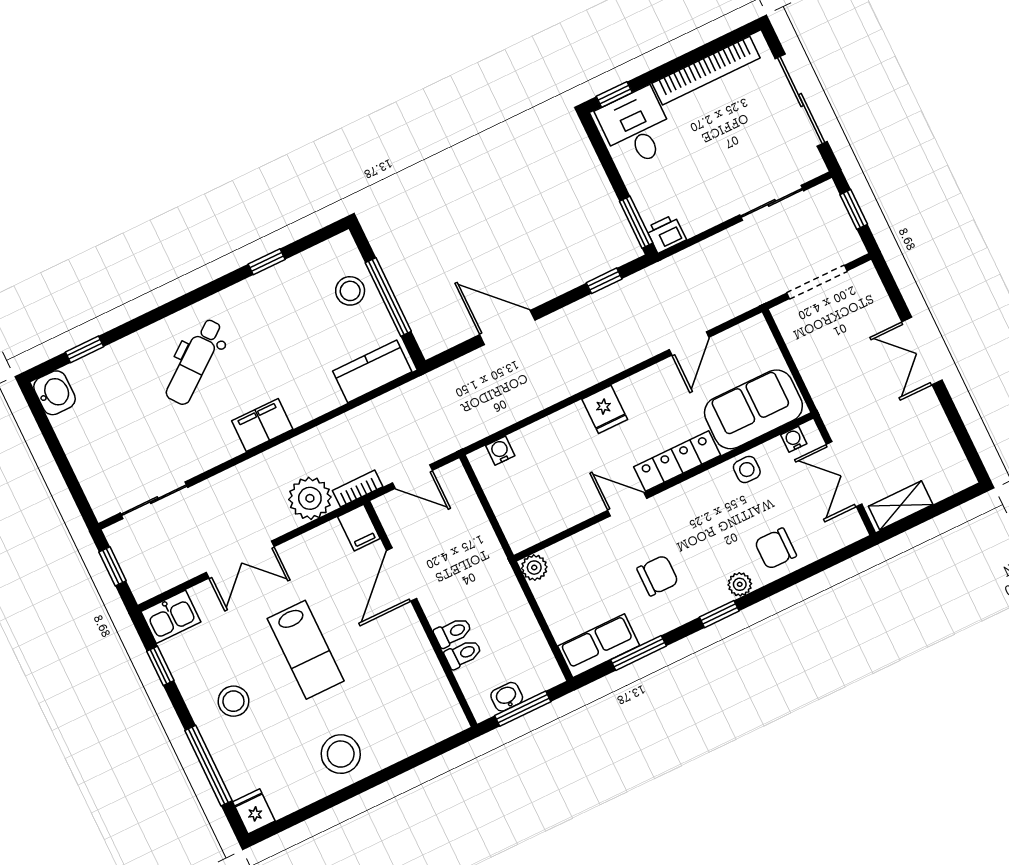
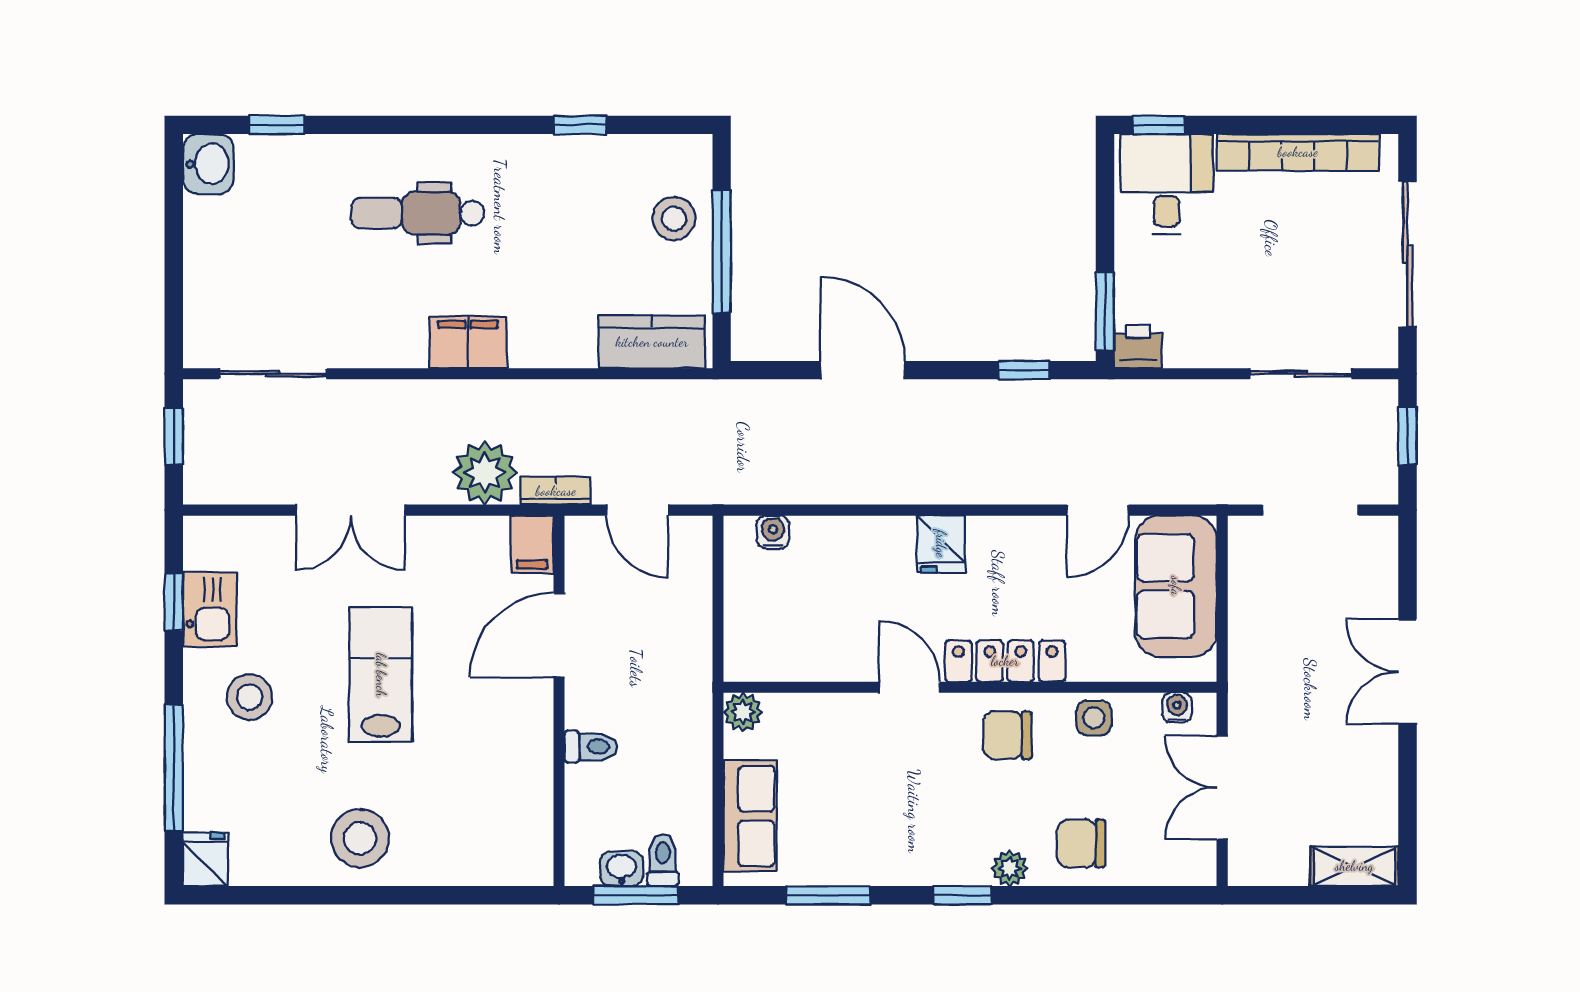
dental chair: (195, 362) -> (418, 213), turned 38
sofa: (753, 409) -> (1176, 586), moved, turned -90
shelving: (901, 505) -> (1354, 866), moved
chair: (658, 575) -> (1007, 735), moved, turned 180
kitchen sink: (171, 617) -> (210, 609), moved, turned -90
row of seats: (599, 646) -> (750, 816), moved, turned 90
lab bench: (306, 650) -> (381, 675), turned 180
toilet: (463, 654) -> (663, 860), moved, turned -90

